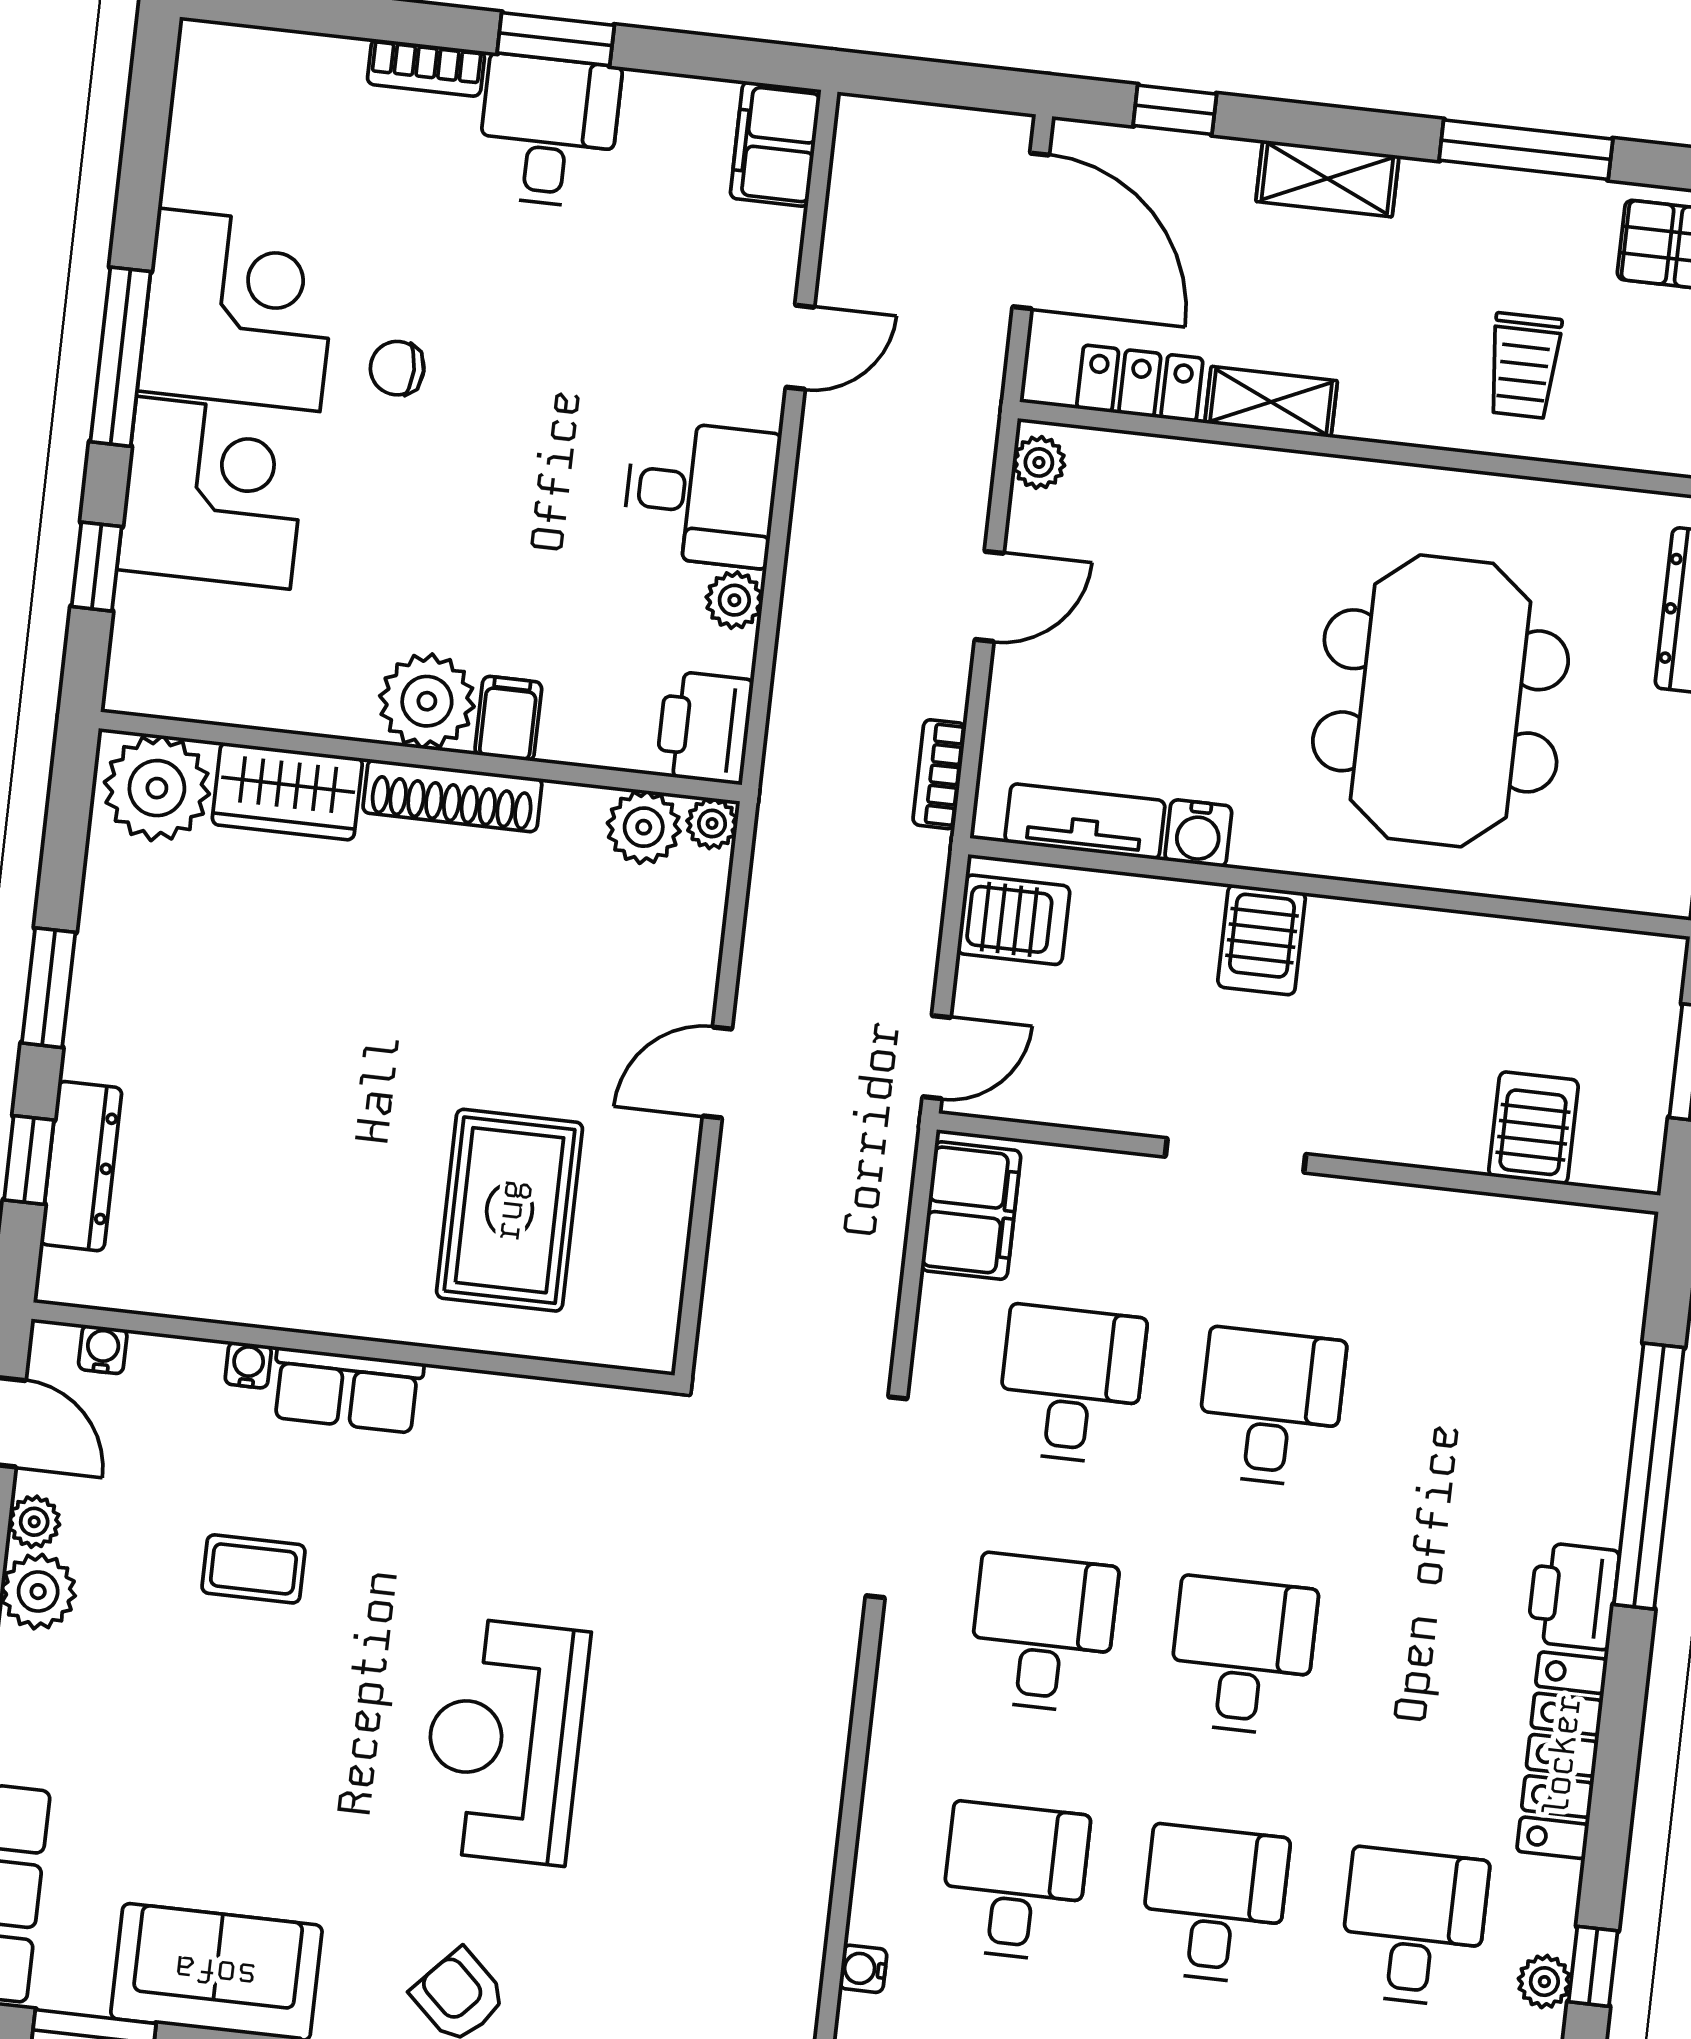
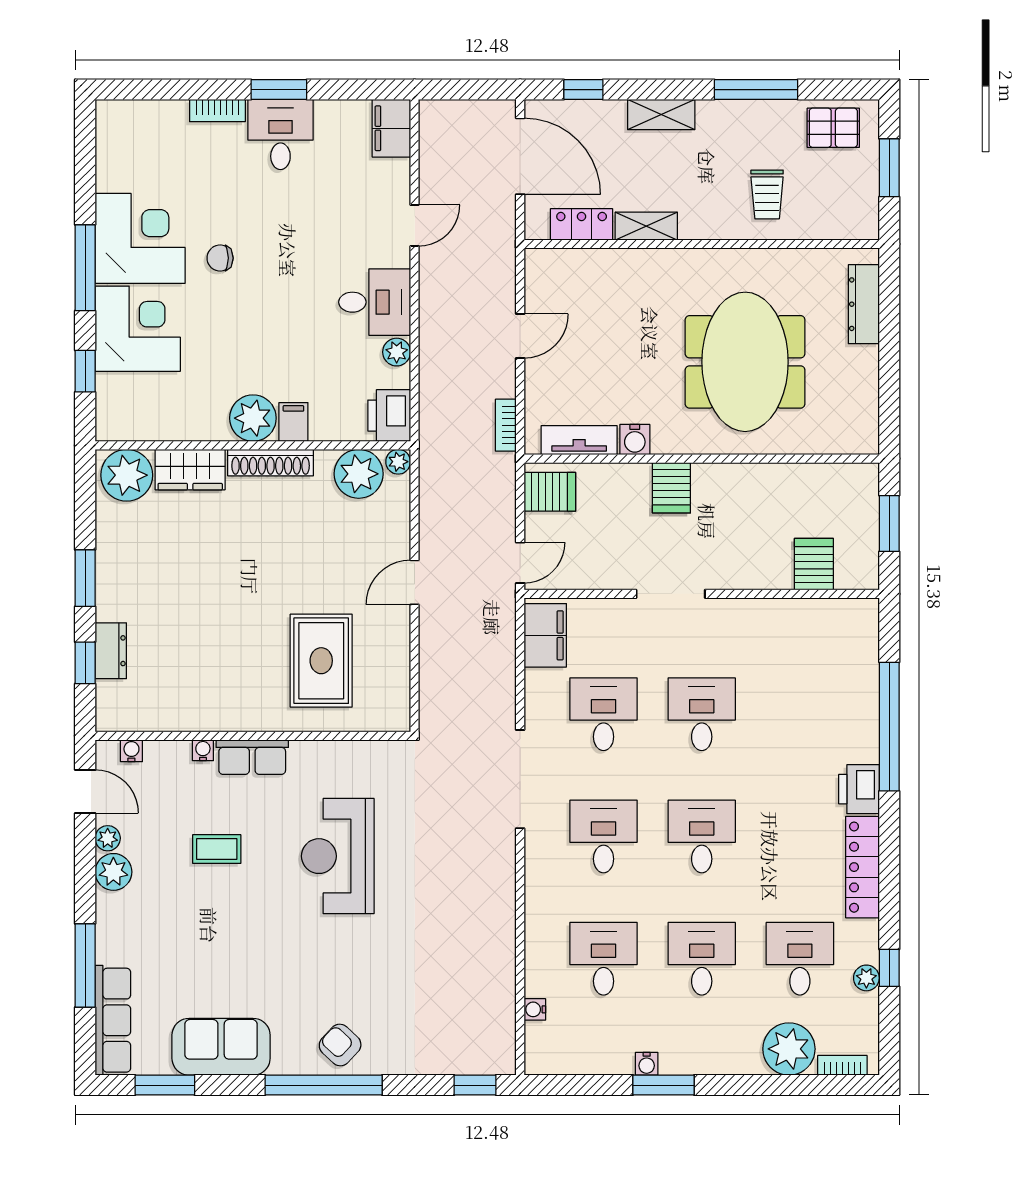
plant: (1039, 462) -> (537, 268), removed
plant: (644, 827) -> (359, 474), width x1.36, depth x1.36
dresser: (81, 1166) -> (111, 651), width x0.70
reception desk: (504, 1741) -> (338, 856), moved

